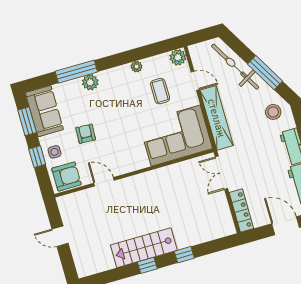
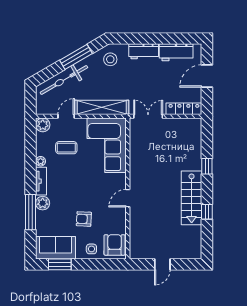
tv unit: (114, 73) -> (41, 181), added
window: (37, 157) -> (91, 264), removed
double door: (222, 173) -> (148, 116), swing flipped
door: (104, 182) -> (128, 198), moved
window: (147, 265) -> (207, 212), moved

